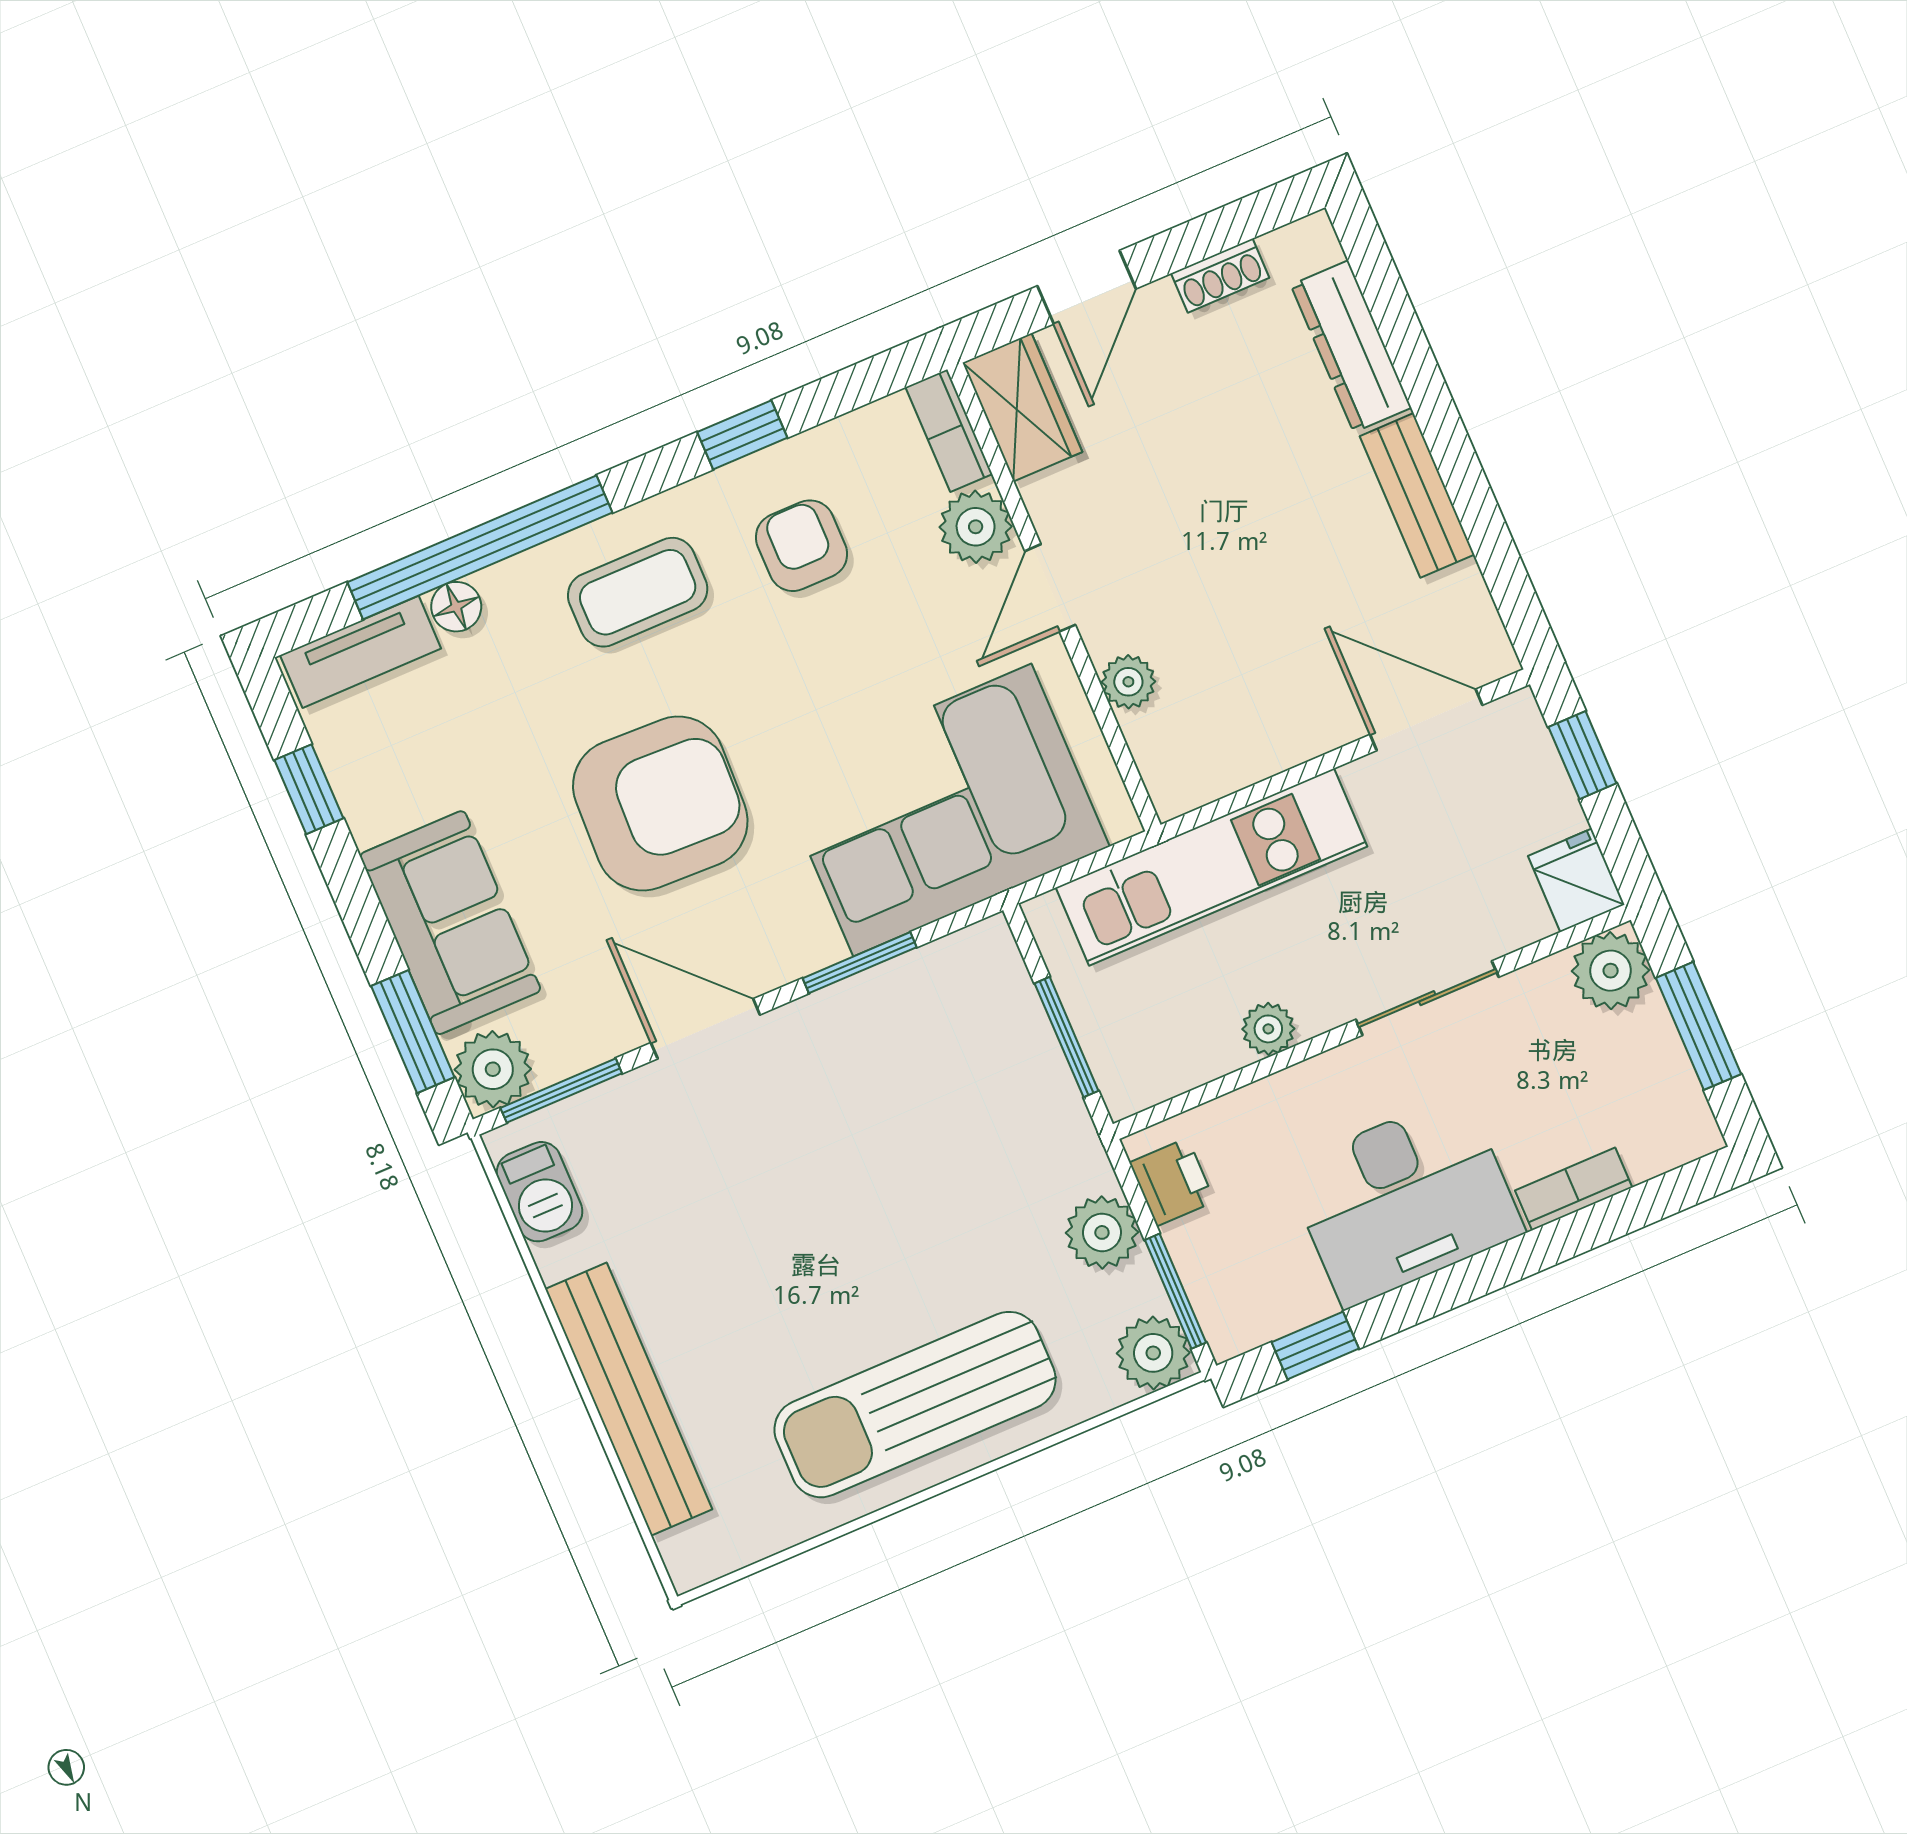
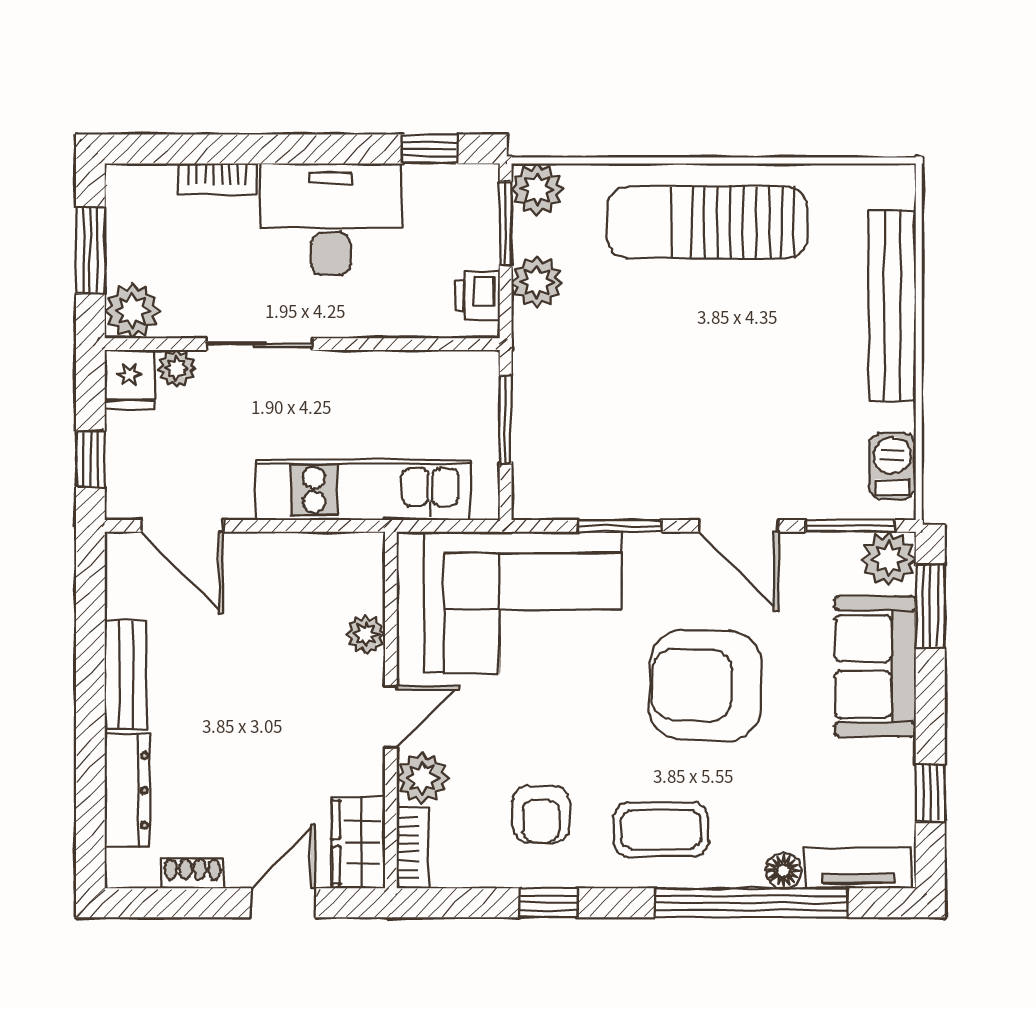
plant: (1268, 1029) -> (177, 368), moved
sun lounger: (915, 1405) -> (707, 222), turned 180

